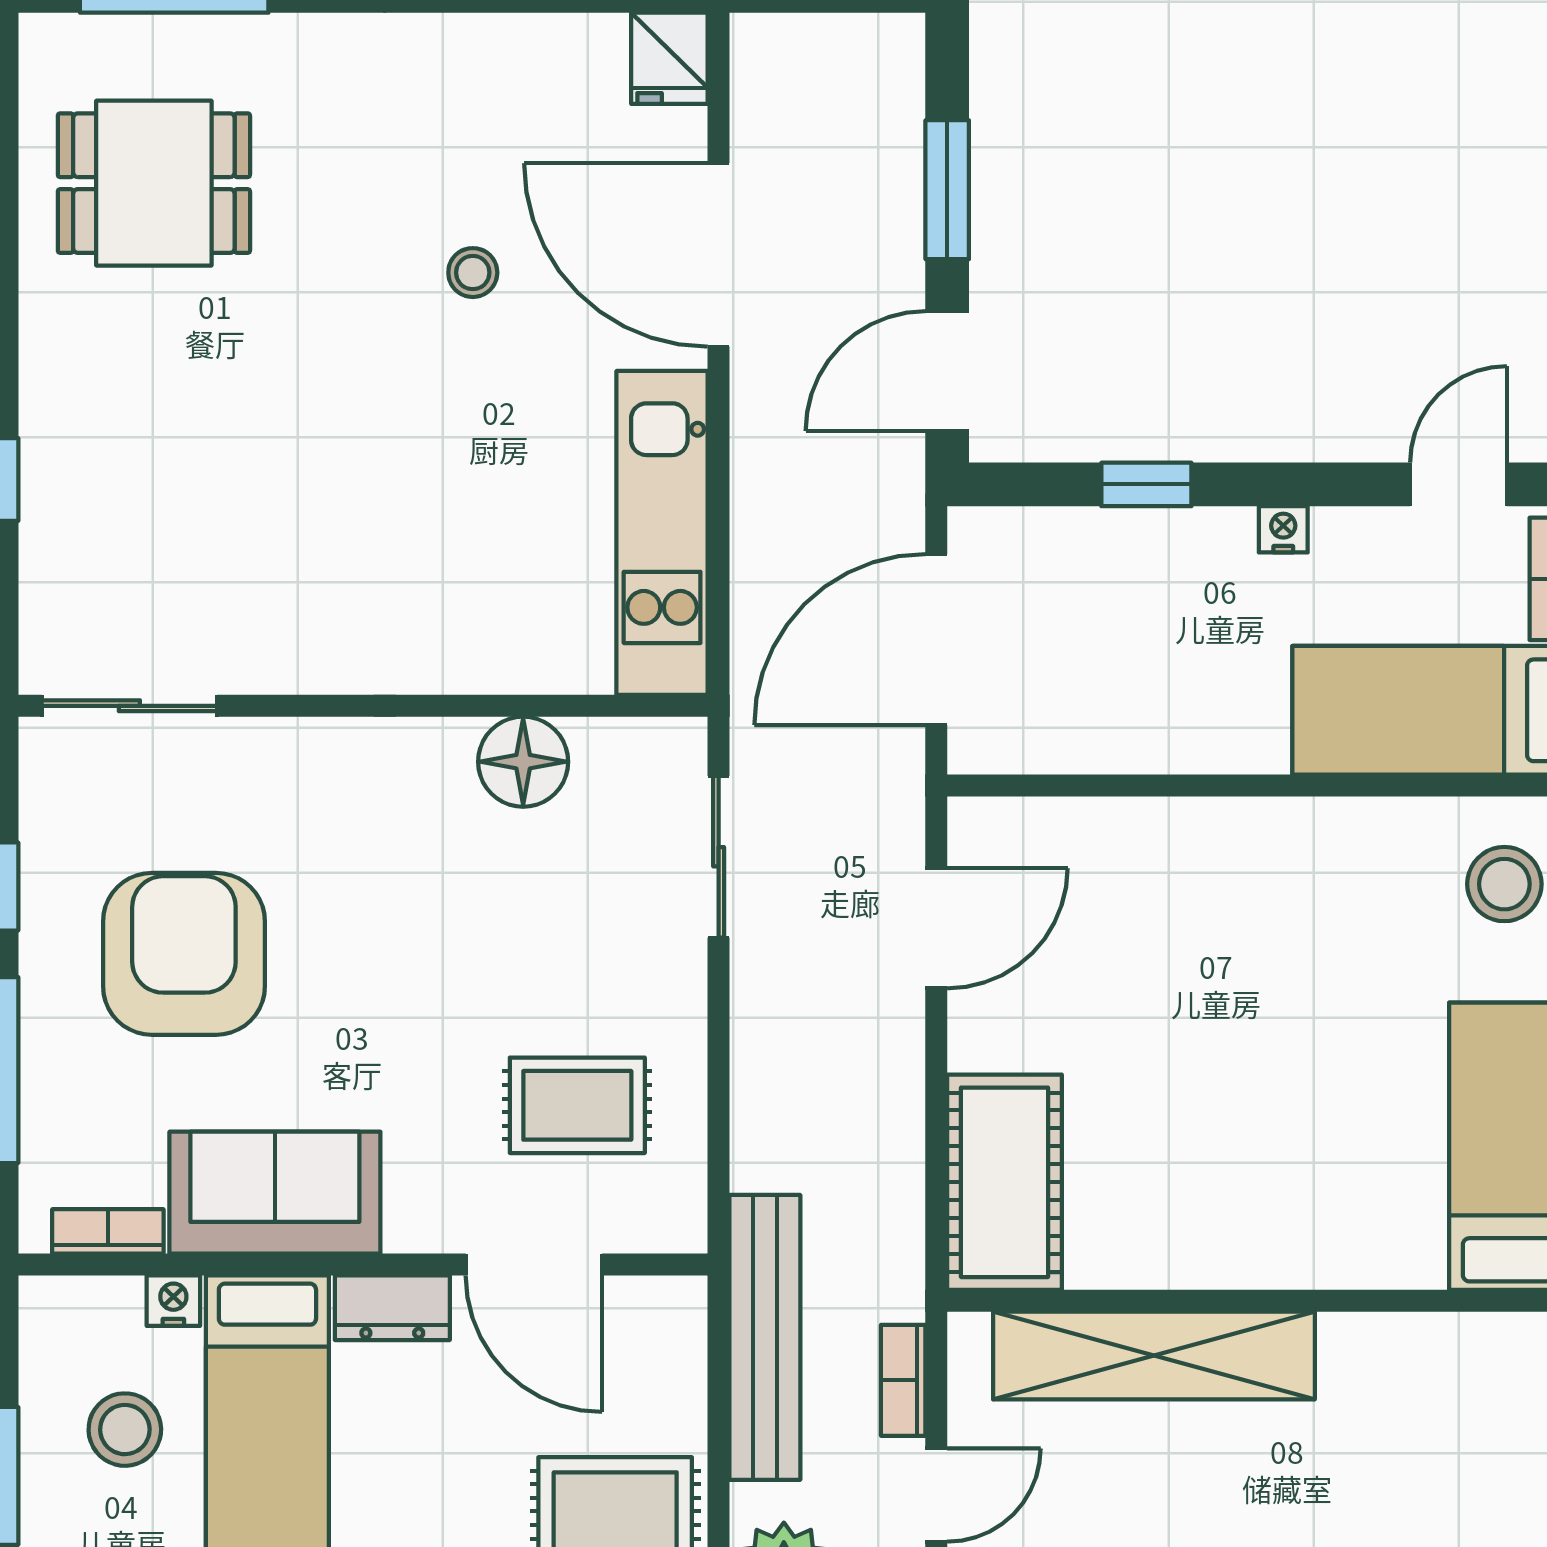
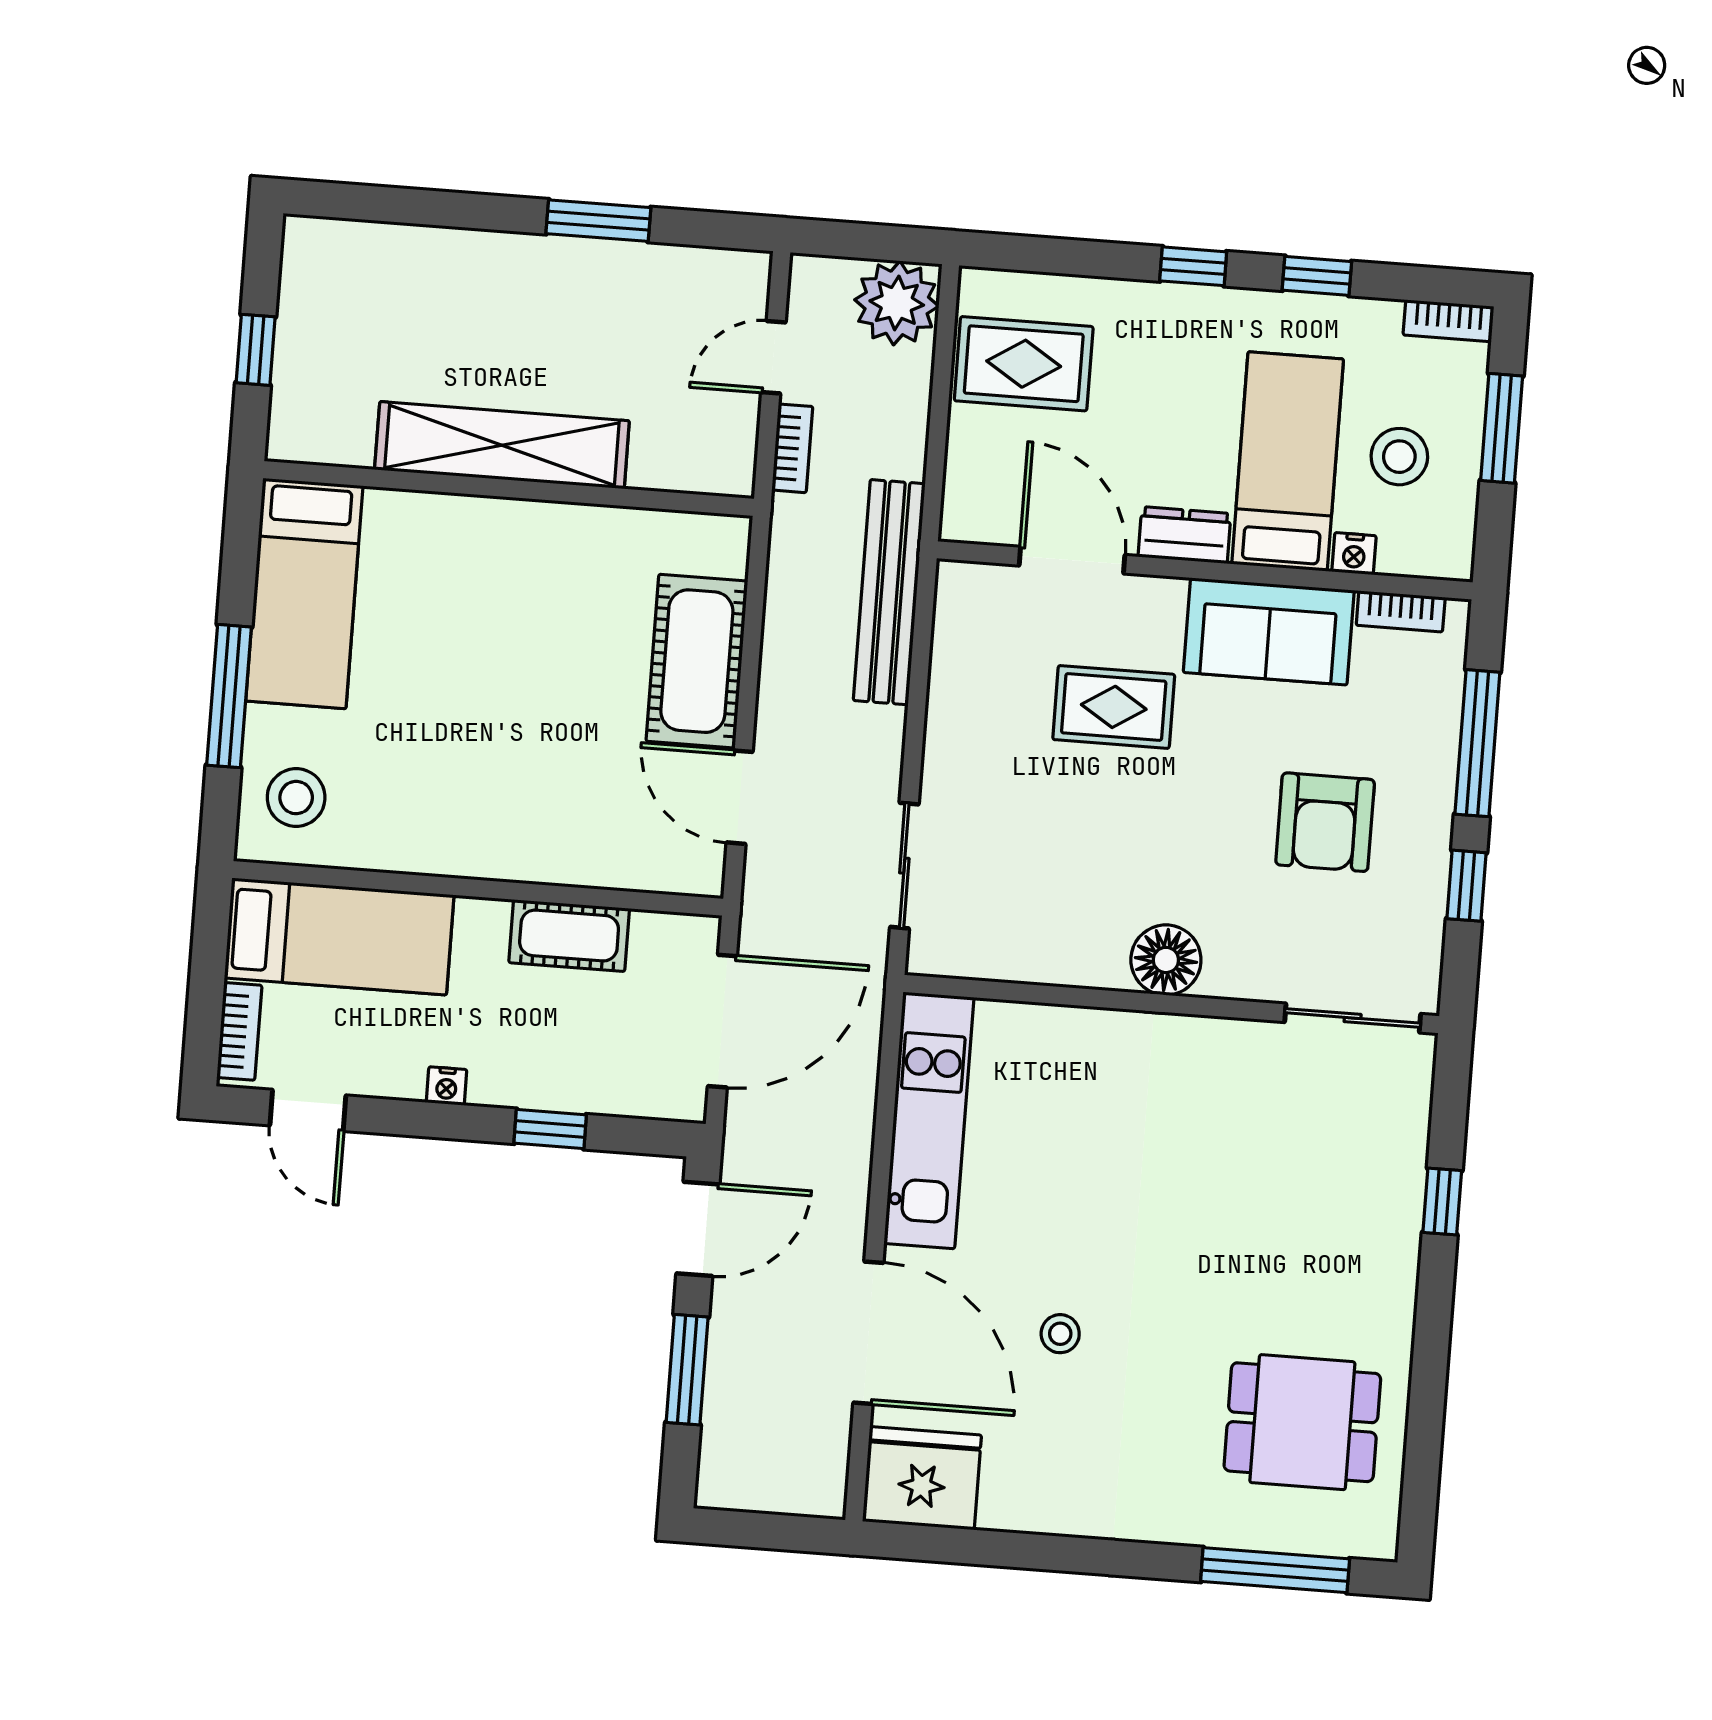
fridge: (669, 58) -> (922, 1478), width x1.88, depth x1.34
door: (1458, 484) -> (308, 1110), hinge flipped
cot: (1141, 734) -> (569, 936), added
floor lamp: (523, 762) -> (1166, 960), moved
door: (936, 928) -> (740, 797), hinge flipped
armchair: (184, 954) -> (1325, 822), width x0.73, depth x0.73
rug: (577, 1105) -> (1114, 707), moved
cot: (1004, 1182) -> (697, 661), moved
bench: (765, 1337) -> (889, 592), moved
shelving: (1154, 1356) -> (502, 445), moved

